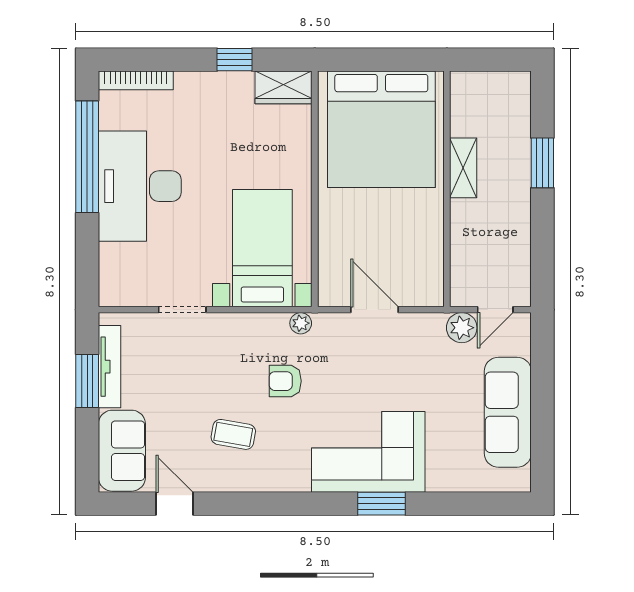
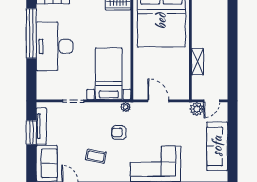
window: (542, 163) -> (233, 36), removed
shelving: (463, 168) -> (198, 62), moved

